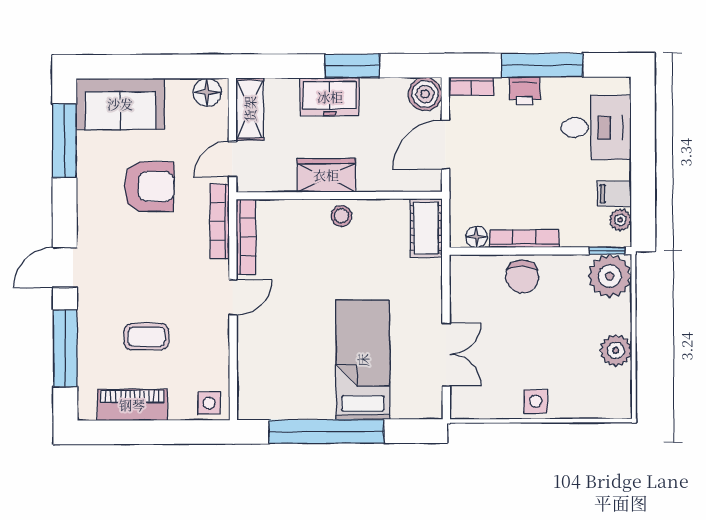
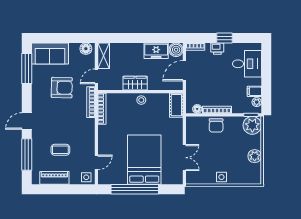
window: (542, 65) -> (225, 38), width x0.46
window: (352, 66) -> (146, 38), removed
freezer: (330, 97) -> (156, 51), moved
door: (233, 297) -> (96, 162), moved
bed: (363, 360) -> (144, 160), width x1.50

